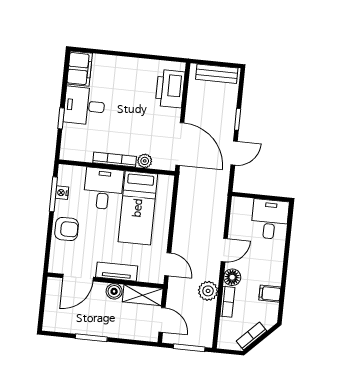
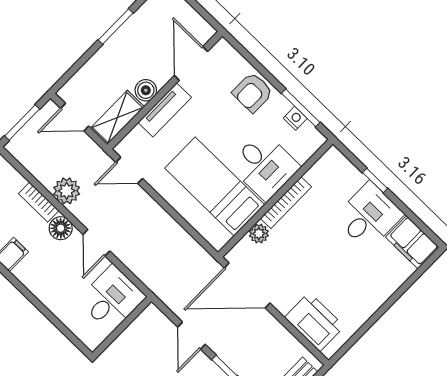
desk: (270, 219) -> (112, 298), moved, turned -90

